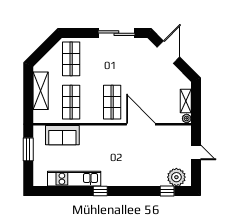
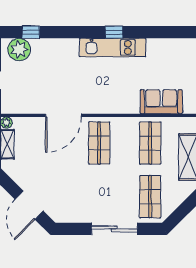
sliding door: (116, 33) -> (114, 229), moved
door: (141, 124) -> (63, 115), hinge flipped
kitchen unit: (74, 179) -> (113, 47), moved

